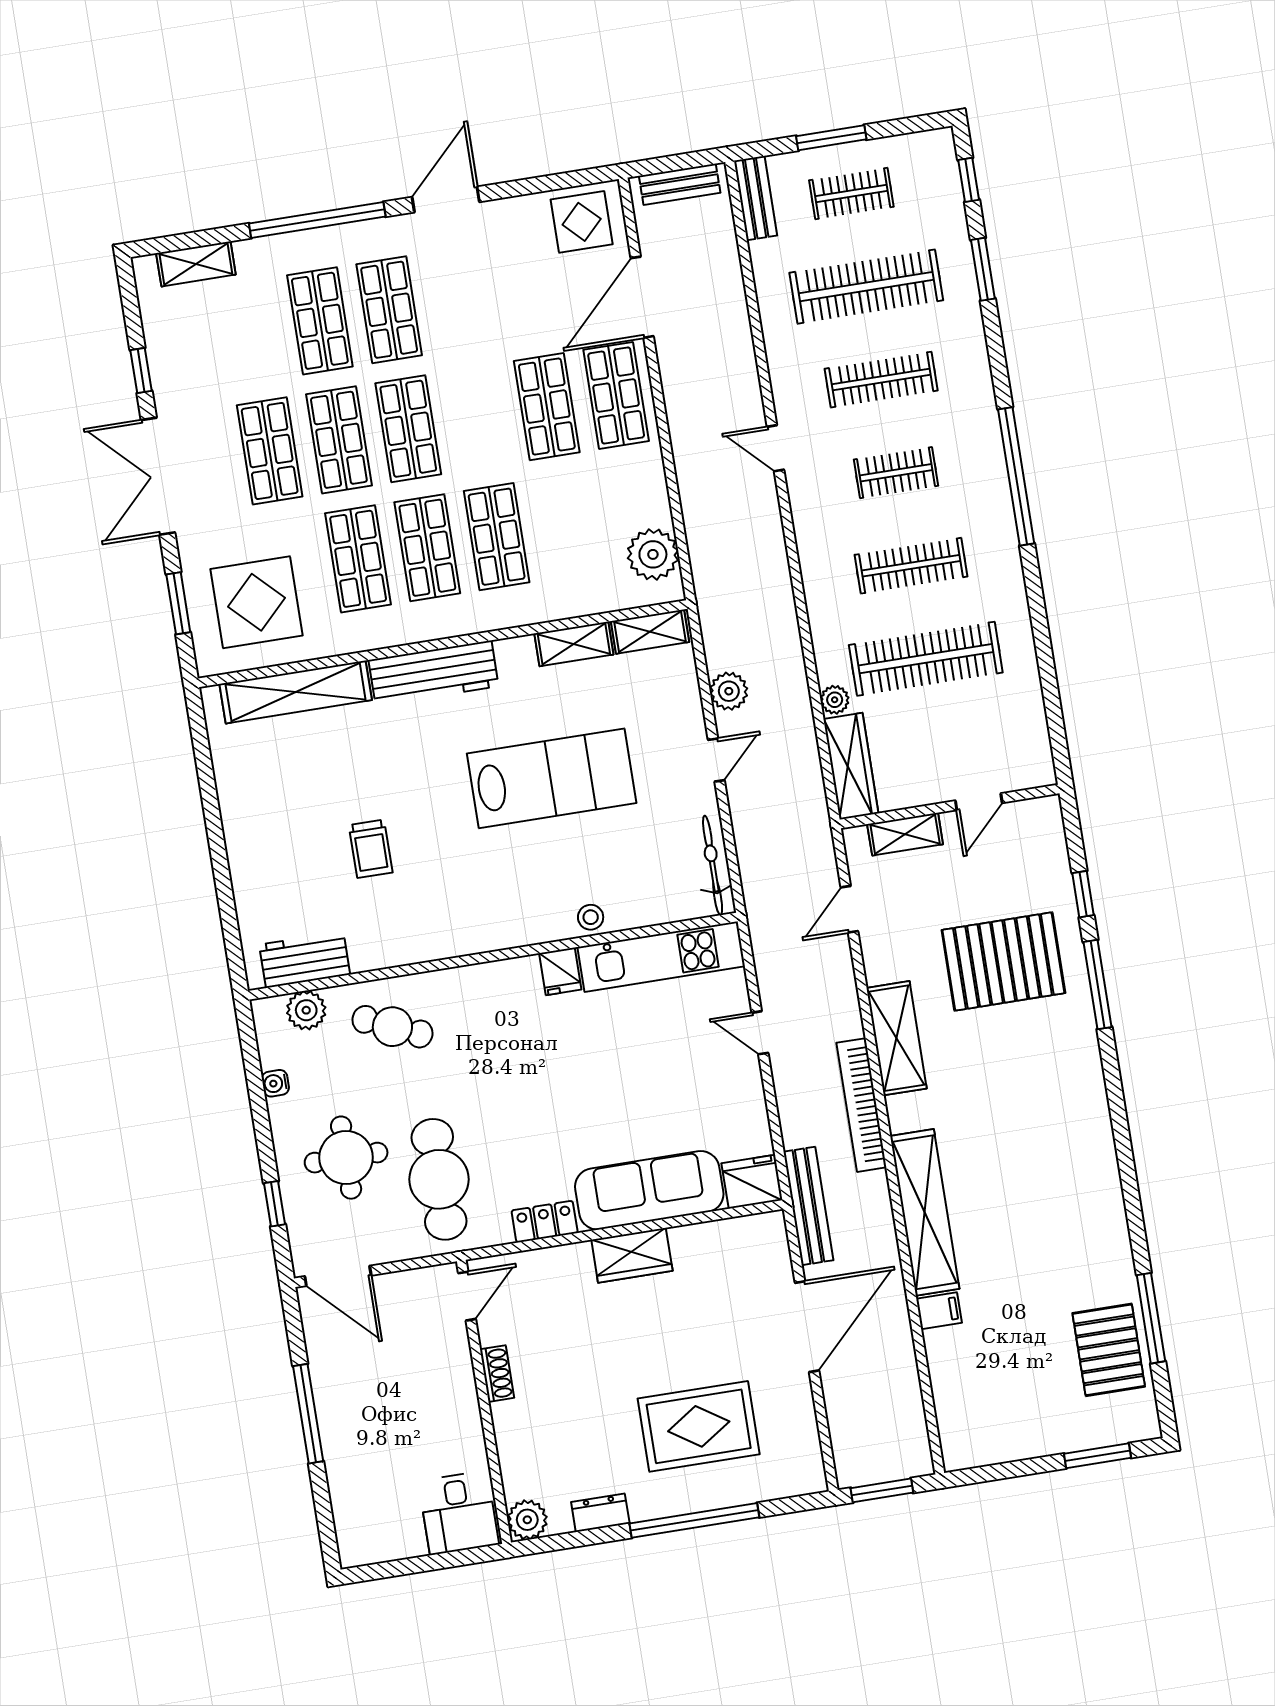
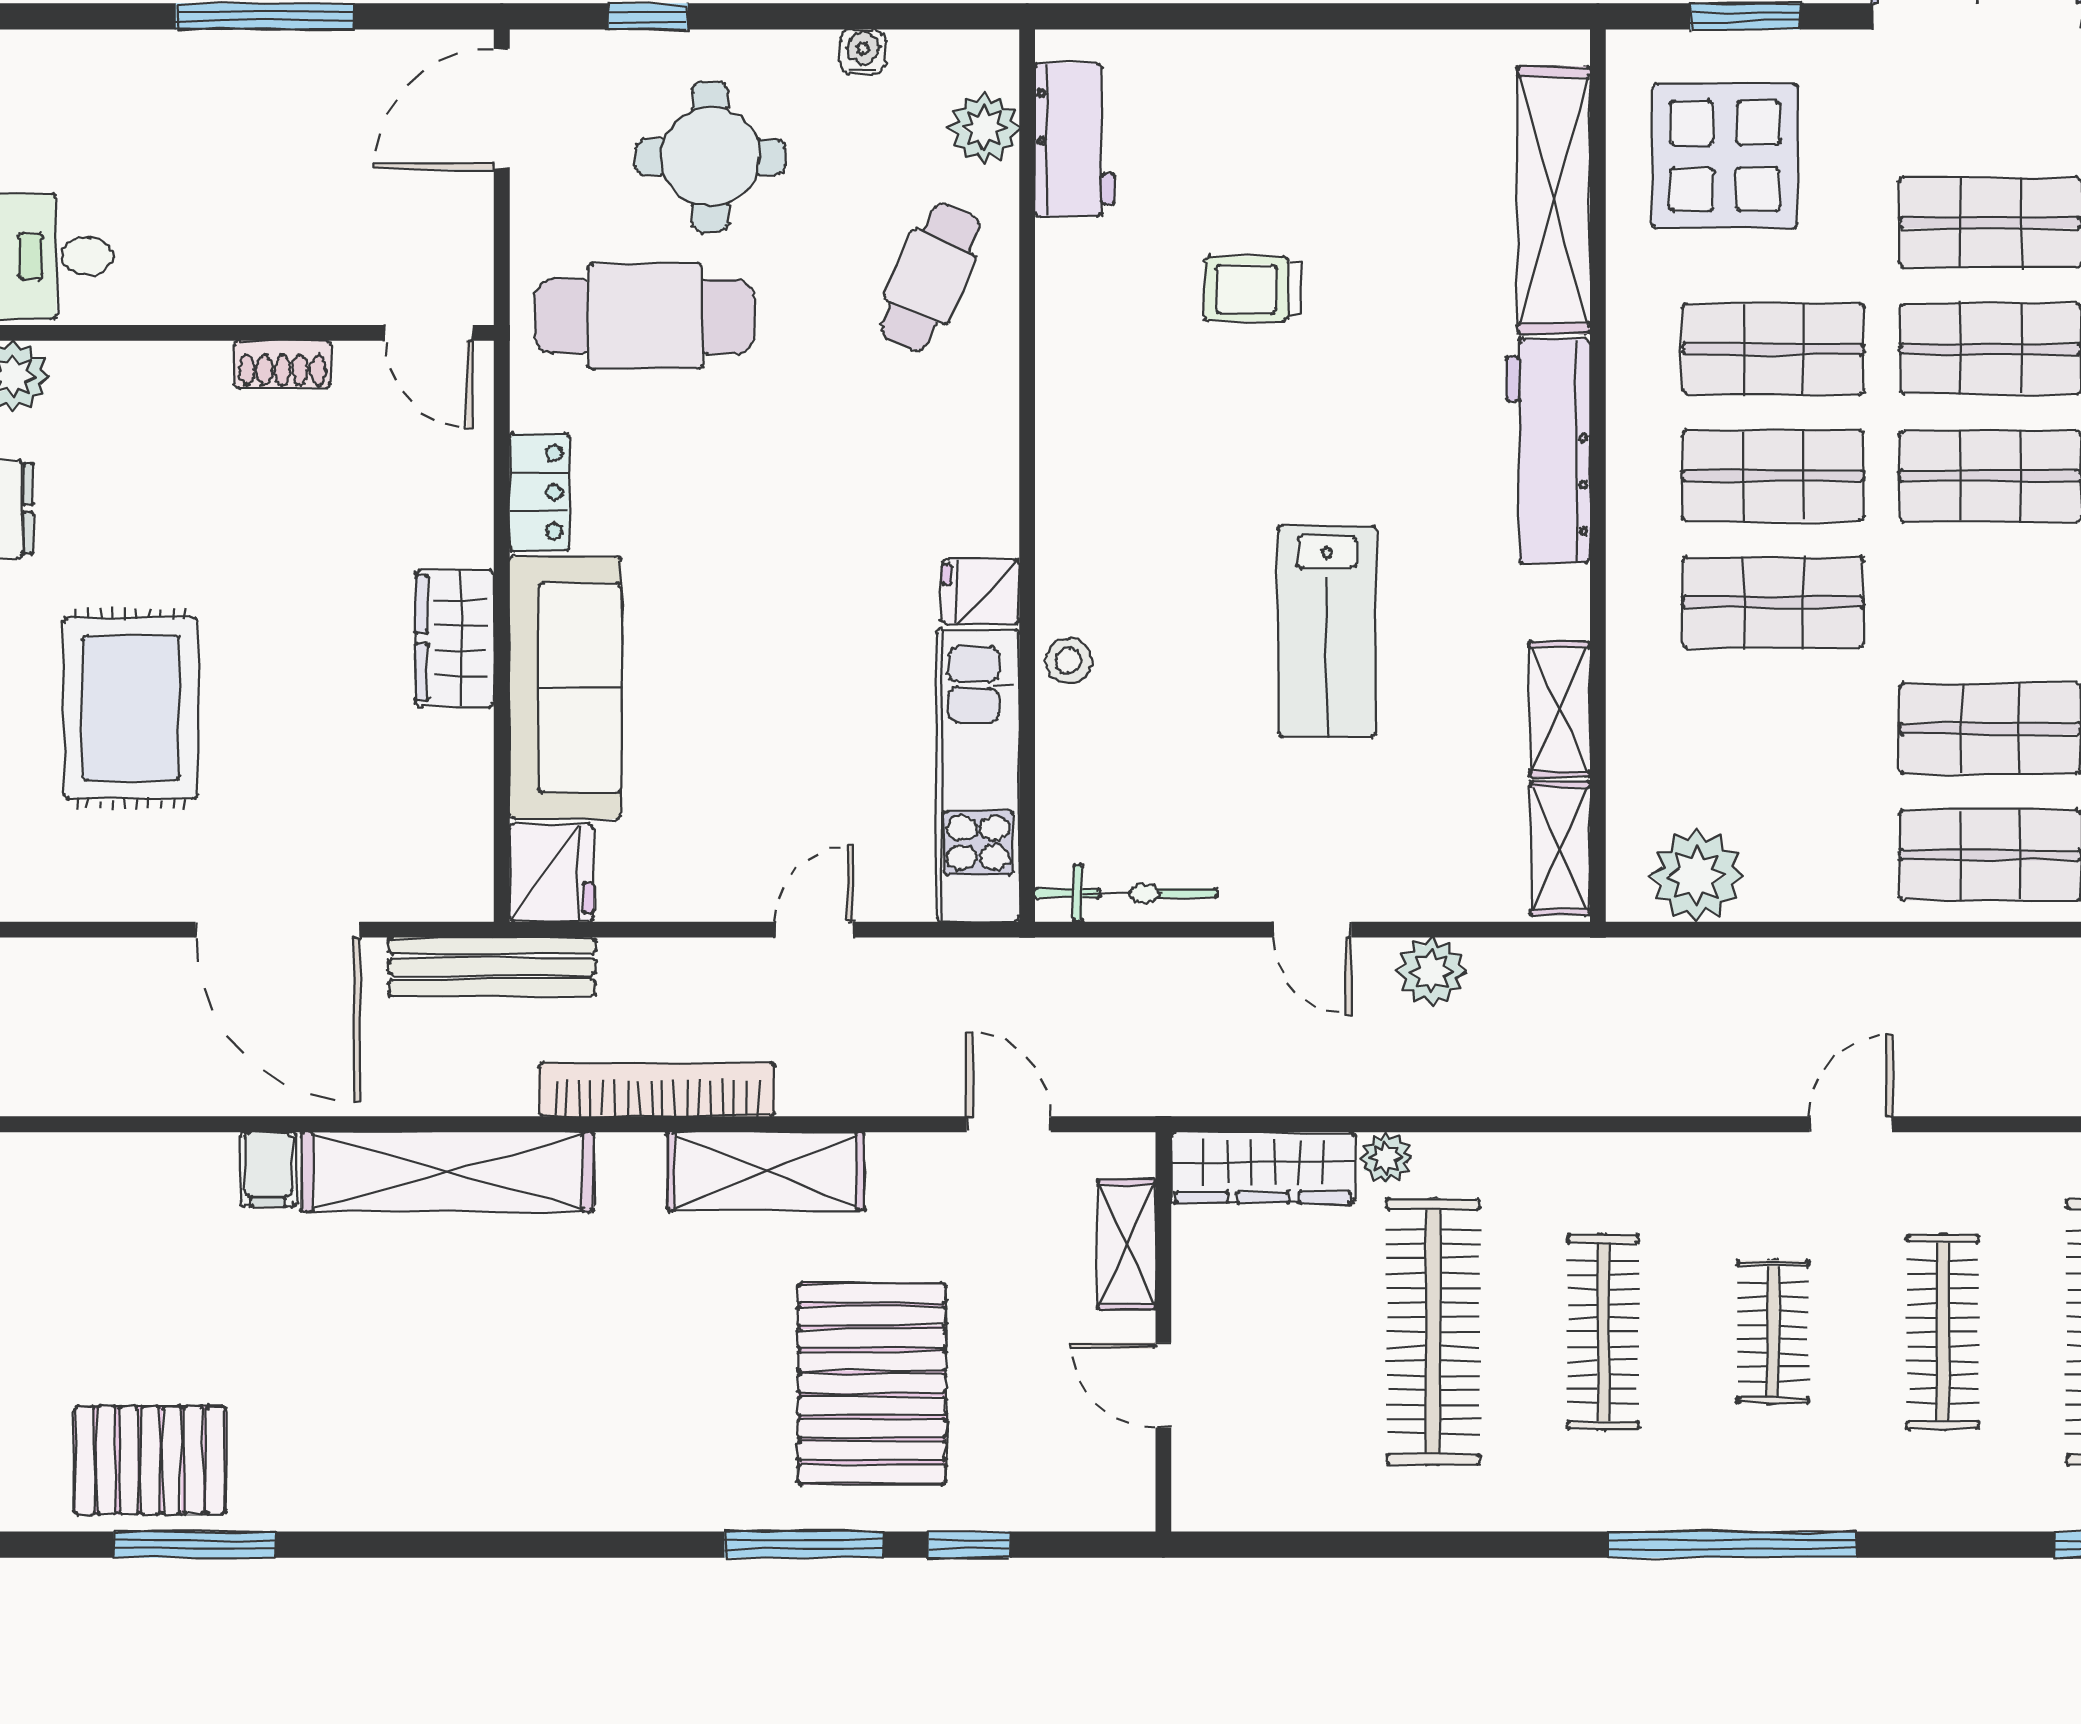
lab bench: (552, 778) -> (1327, 631), width x0.73, depth x0.72

